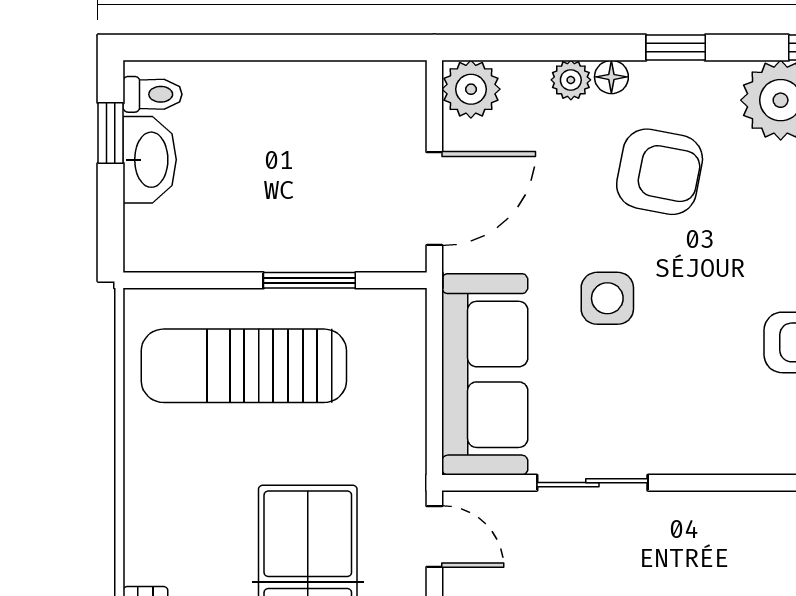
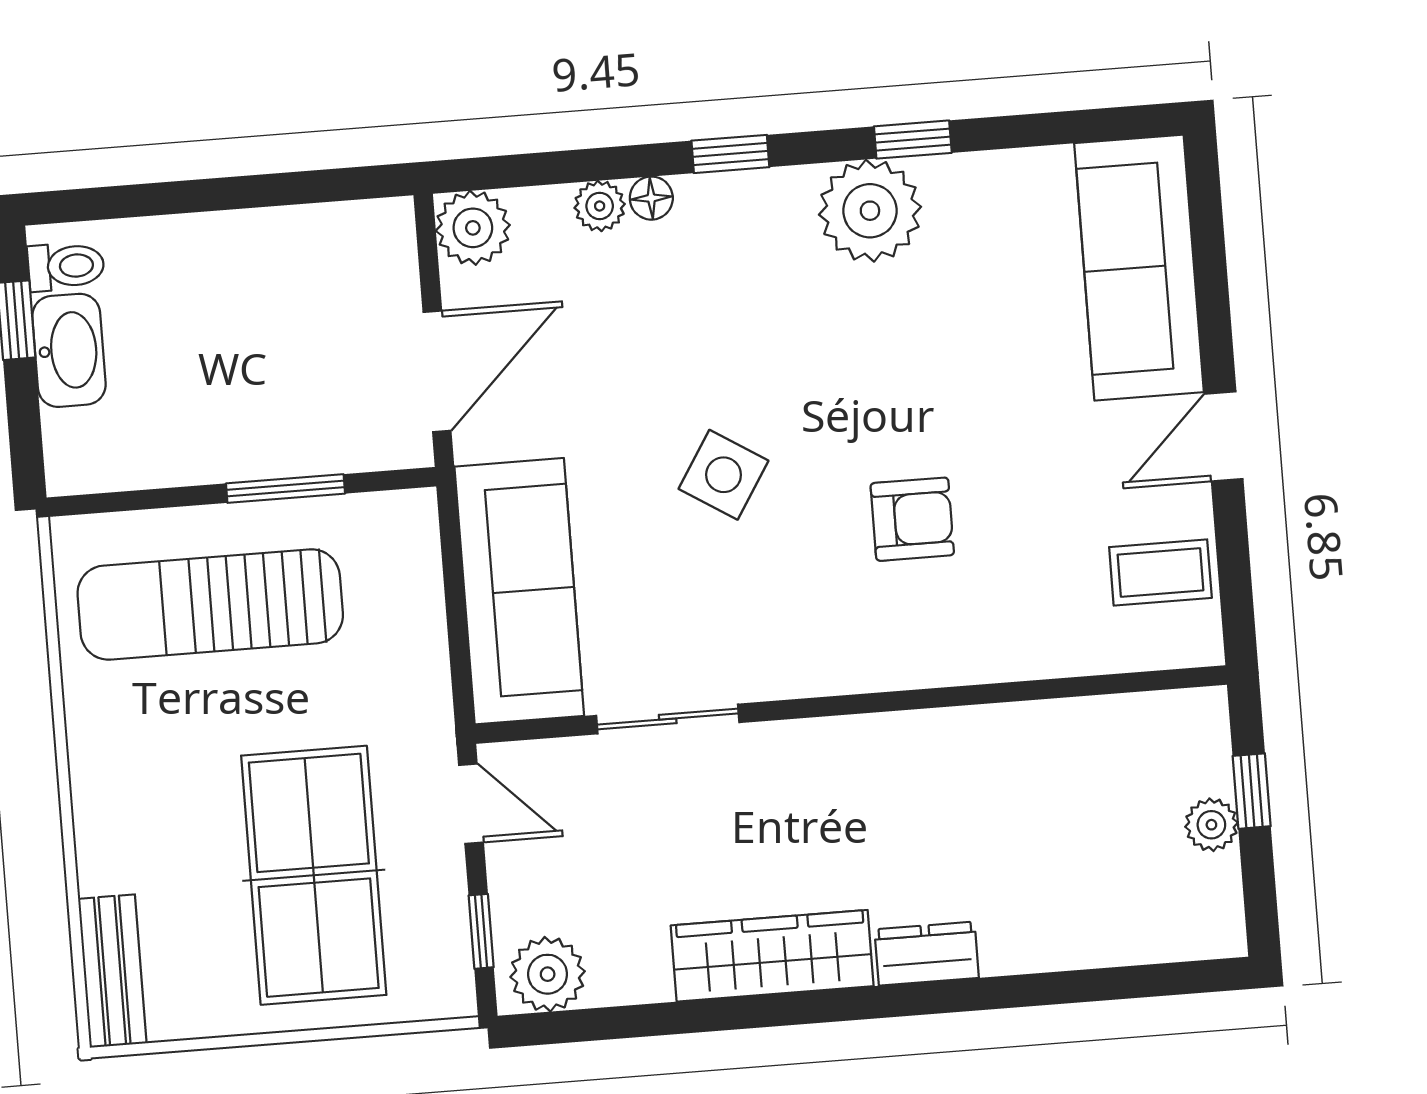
armchair: (660, 172) -> (722, 314), removed
side table: (607, 298) -> (724, 475), moved, turned 32

